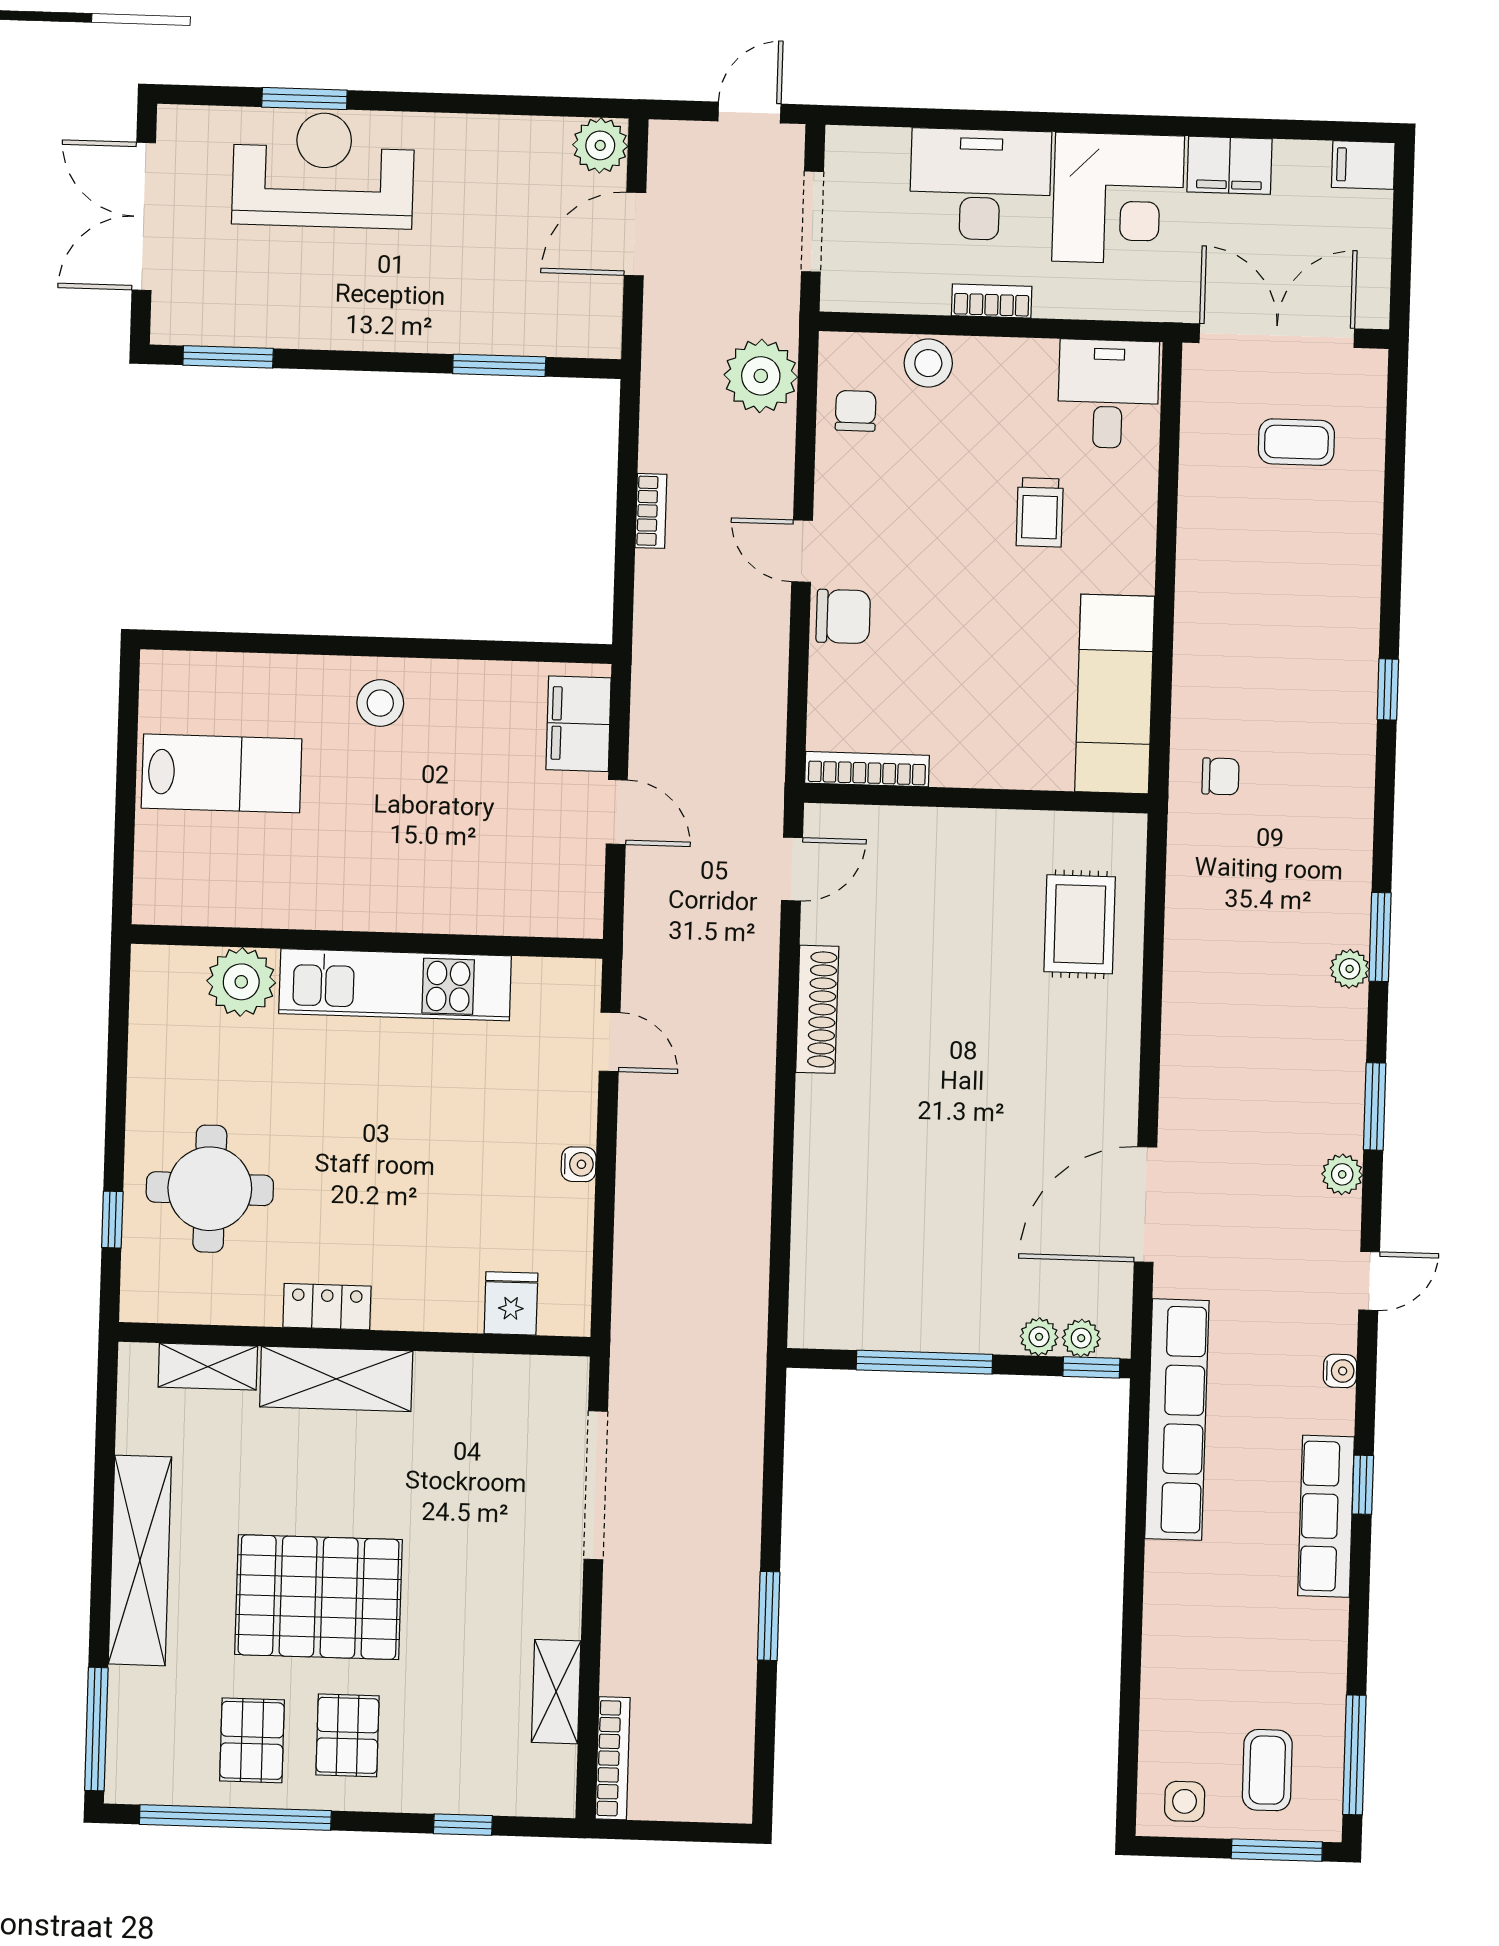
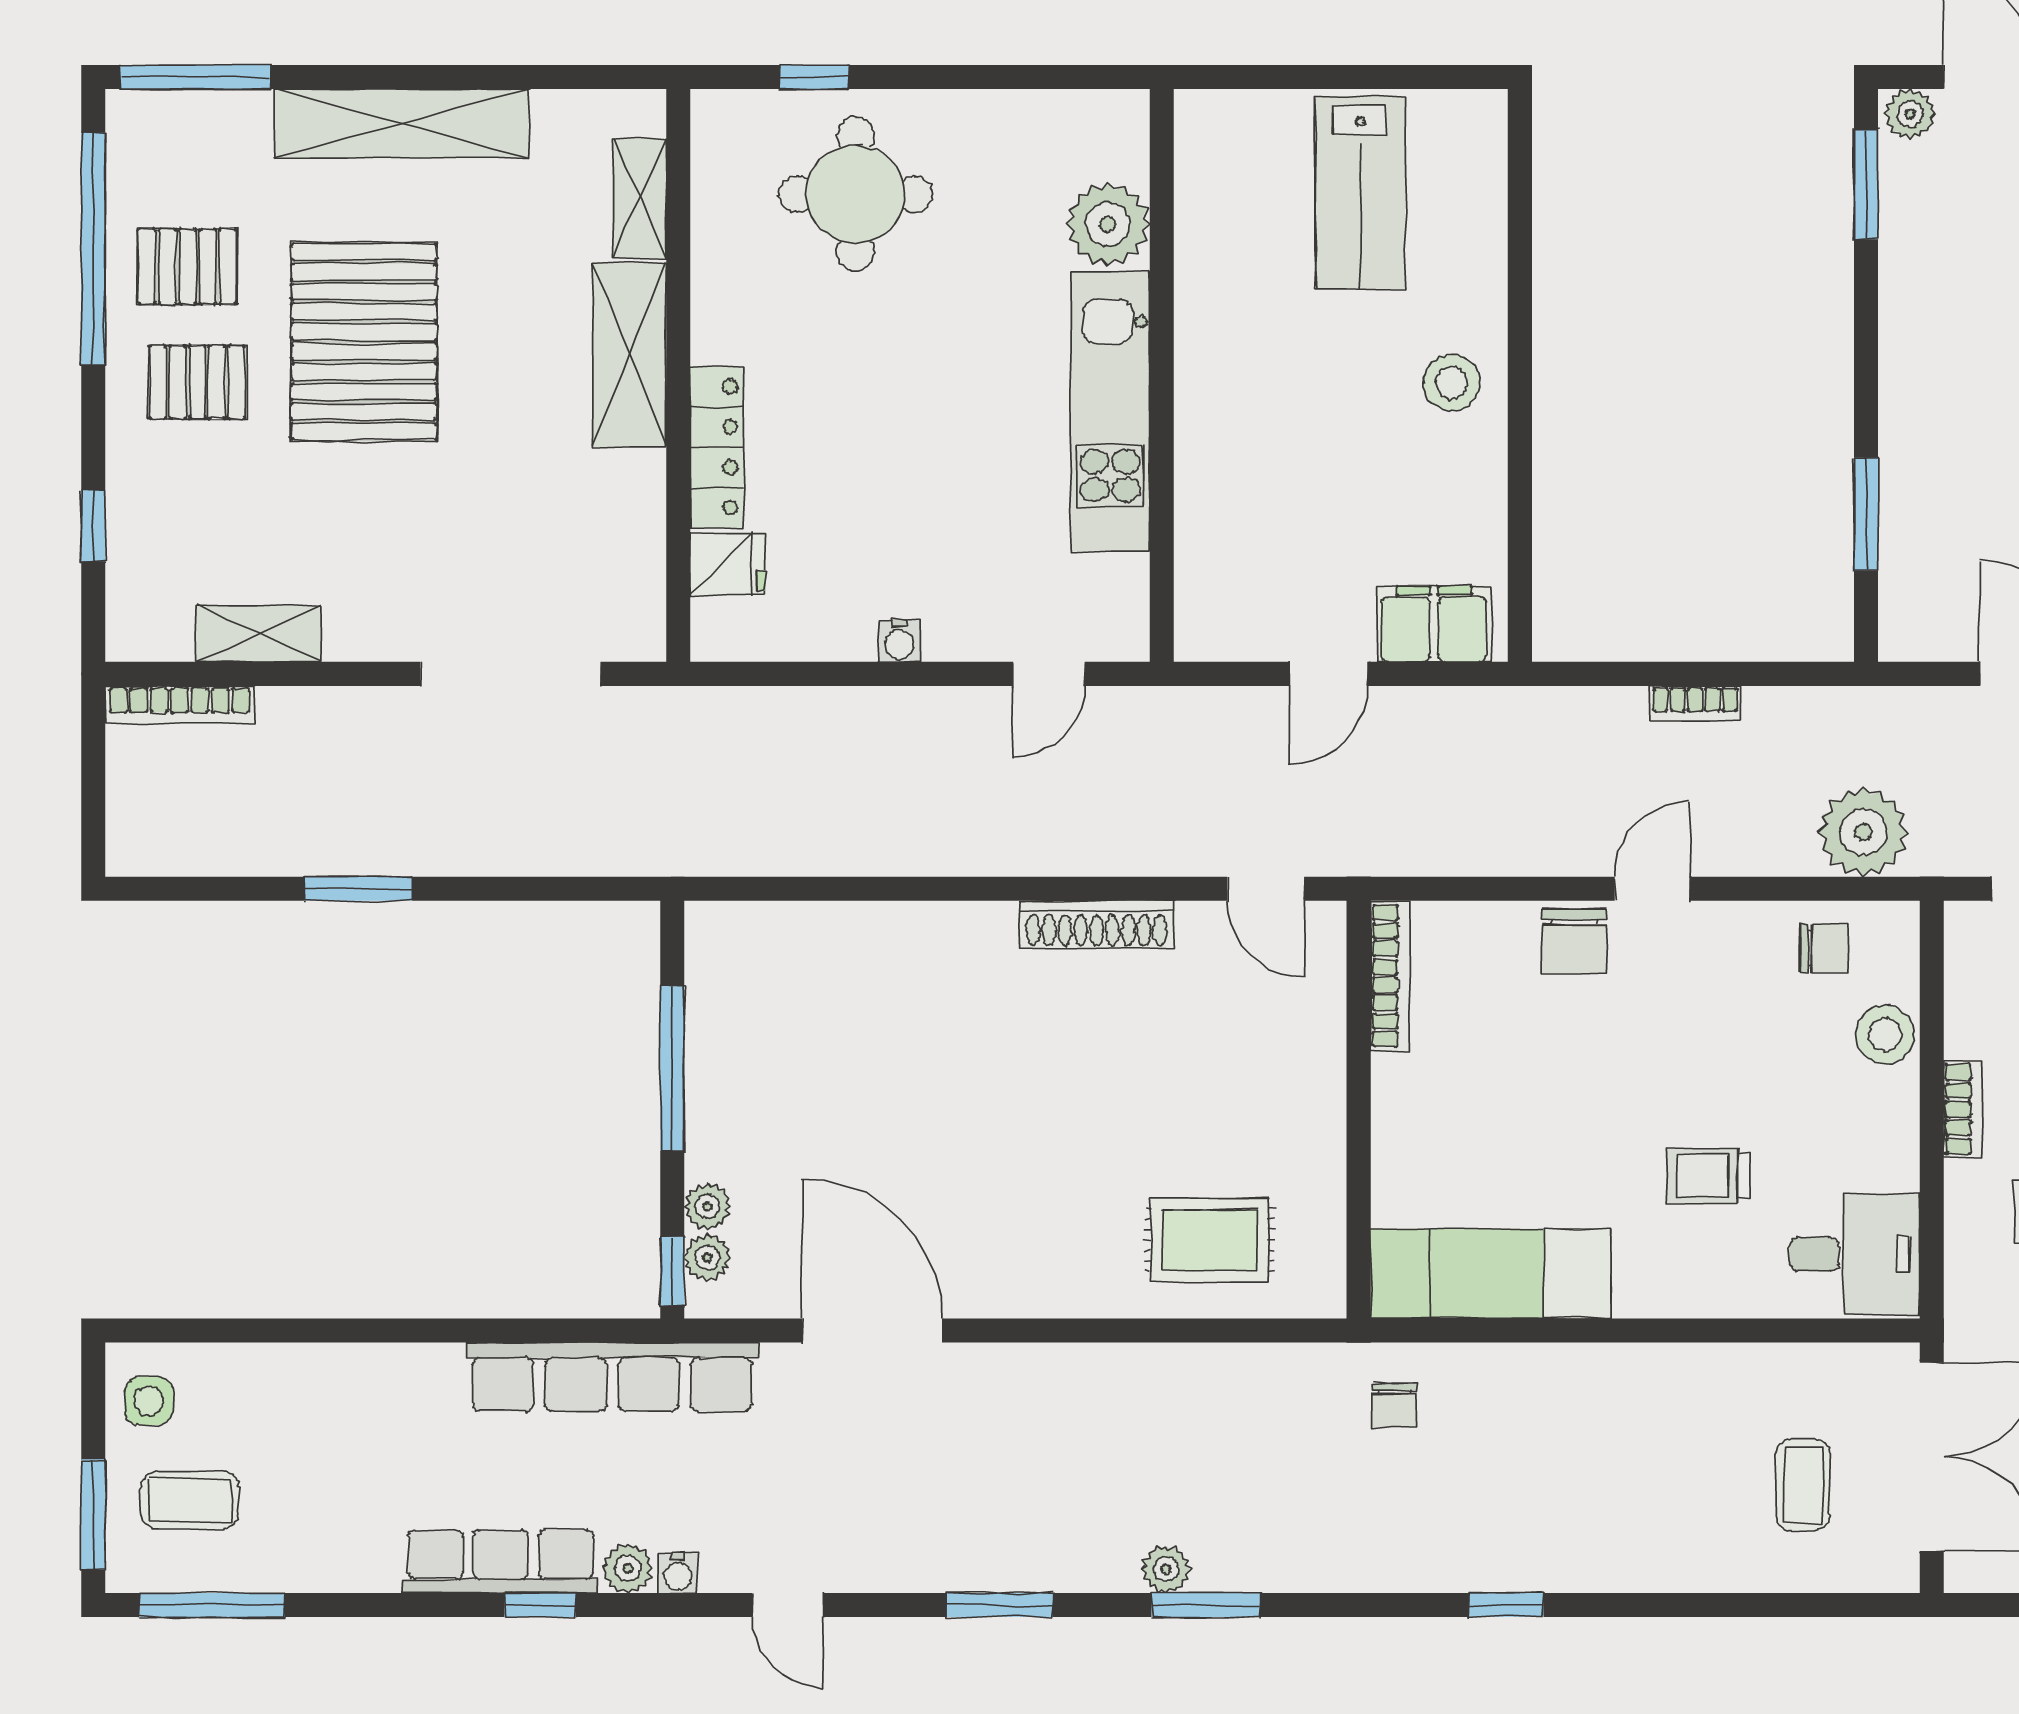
plant: (171, 319) -> (1910, 114), added
plant: (1342, 1174) -> (628, 1568), moved
locker: (327, 1307) -> (717, 447), moved, width x1.53

